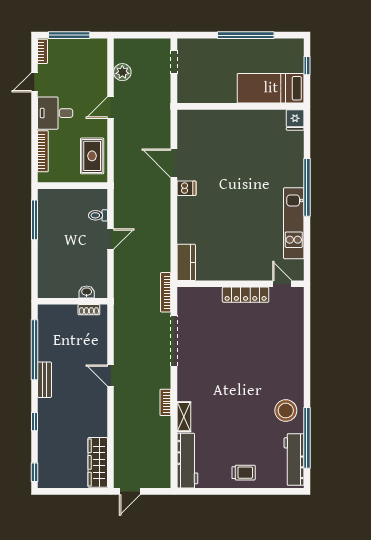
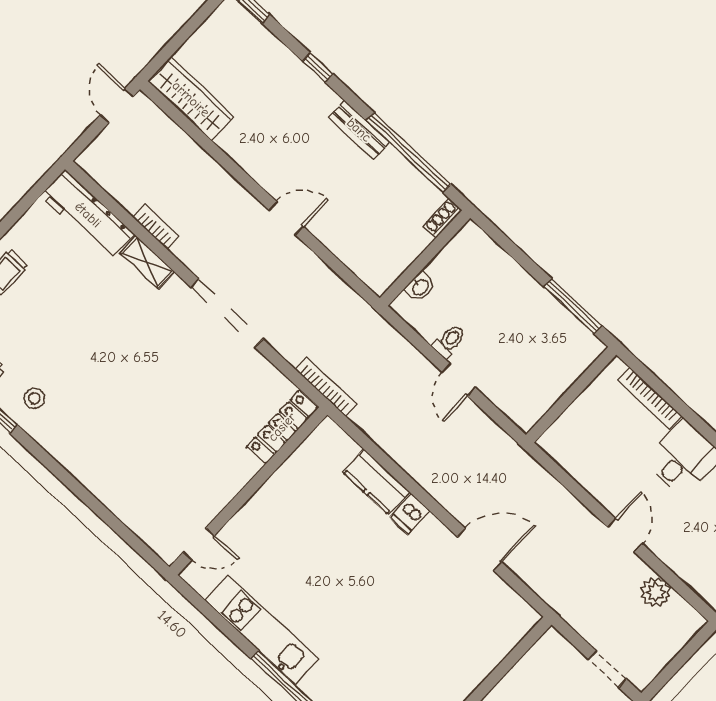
rug: (92, 156) -> (586, 455), removed
dishwasher: (186, 188) -> (410, 514), moved
toilet: (98, 215) -> (449, 341), moved
kitchen counter: (186, 262) -> (376, 482), moved
locker: (246, 295) -> (282, 427), moved
shoe rack: (89, 310) -> (442, 218), moved
doorway: (174, 341) -> (227, 313), moved
bookcase: (165, 402) -> (156, 227), moved
stool: (286, 411) -> (34, 398), width x0.53, depth x0.53

